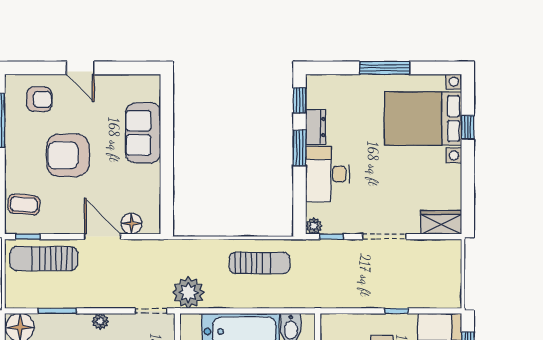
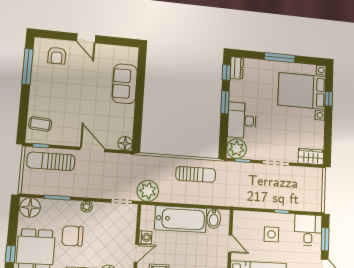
armchair: (39, 99) -> (57, 56), turned 90
dresser: (316, 127) -> (237, 68), moved
armchair: (68, 155) -> (73, 94), removed
floor lamp: (132, 224) -> (125, 143), moved
plant: (314, 226) -> (237, 149), width x1.88, depth x1.88

